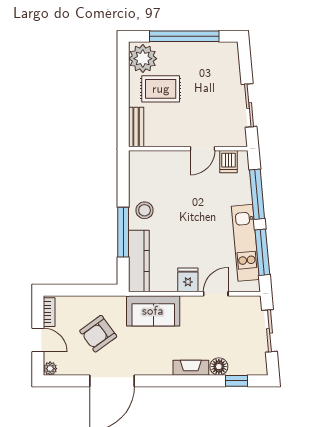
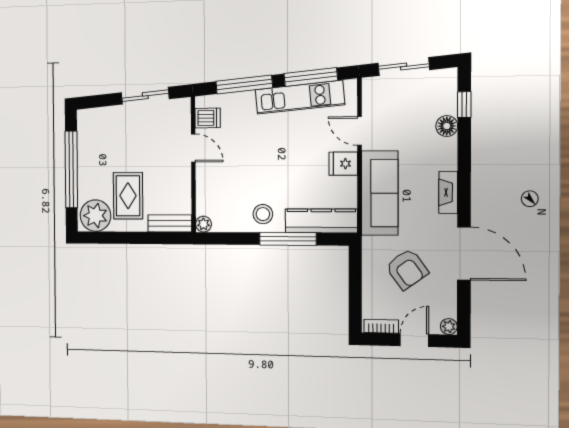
plant: (136, 158) -> (204, 224), added
sofa: (153, 311) -> (380, 193), width x1.36
fireplace: (191, 368) -> (448, 192), moved

